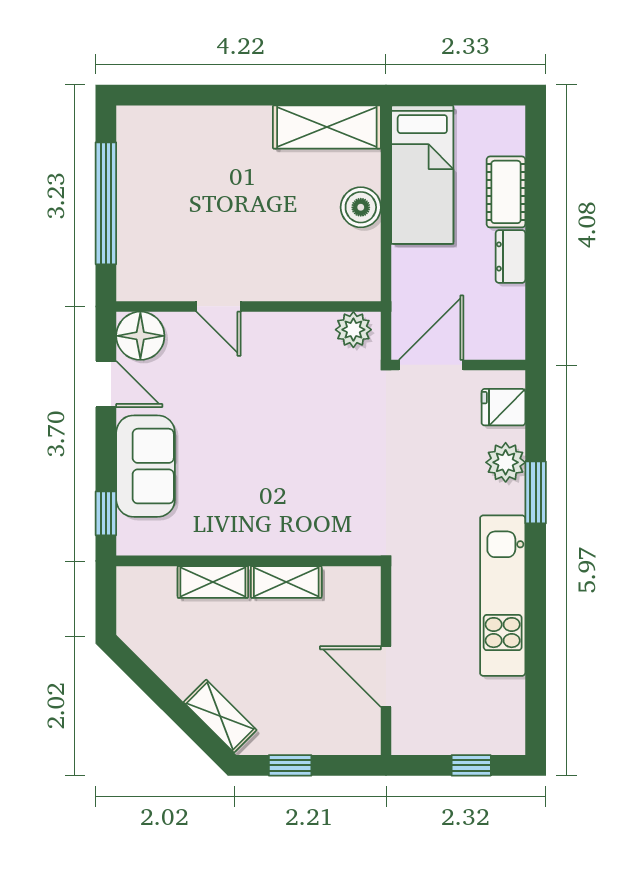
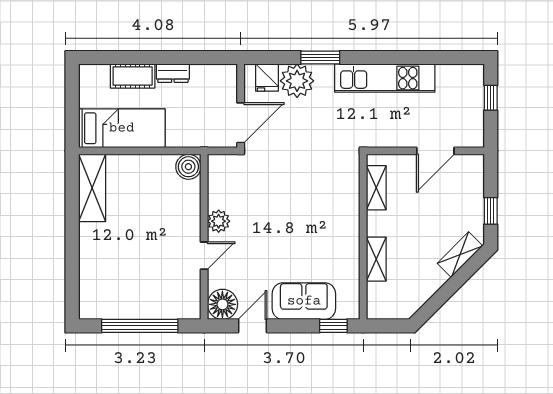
boiler: (361, 207) -> (188, 167), moved
plant: (353, 330) -> (219, 221), moved
door: (431, 365) -> (241, 123), swing flipped
plant: (506, 462) -> (297, 81), width x1.36, depth x1.36
shelving: (286, 582) -> (376, 188), moved

